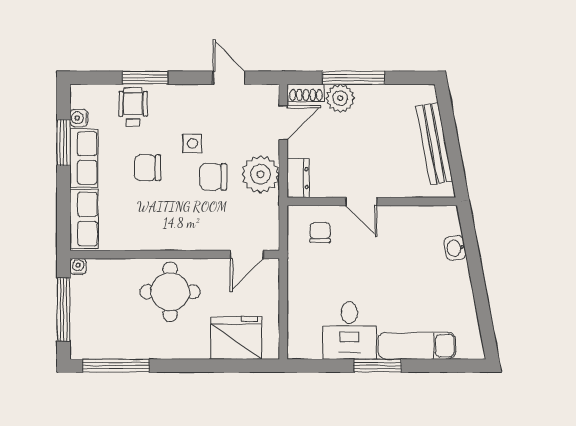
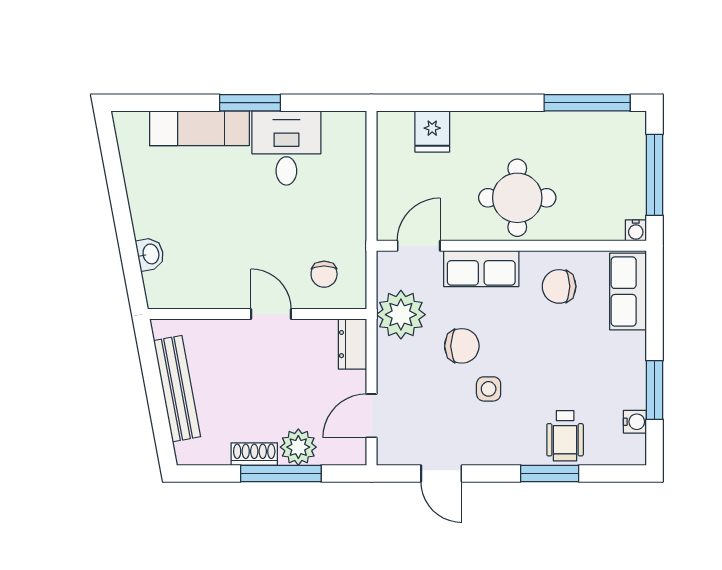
shoe rack: (306, 93) -> (254, 454), moved
row of seats: (84, 158) -> (481, 269), moved, turned -90
chair: (148, 168) -> (559, 286), moved, turned 180
plant: (260, 174) -> (401, 315), moved
fridge: (236, 338) -> (432, 131), width x0.53, depth x0.75

